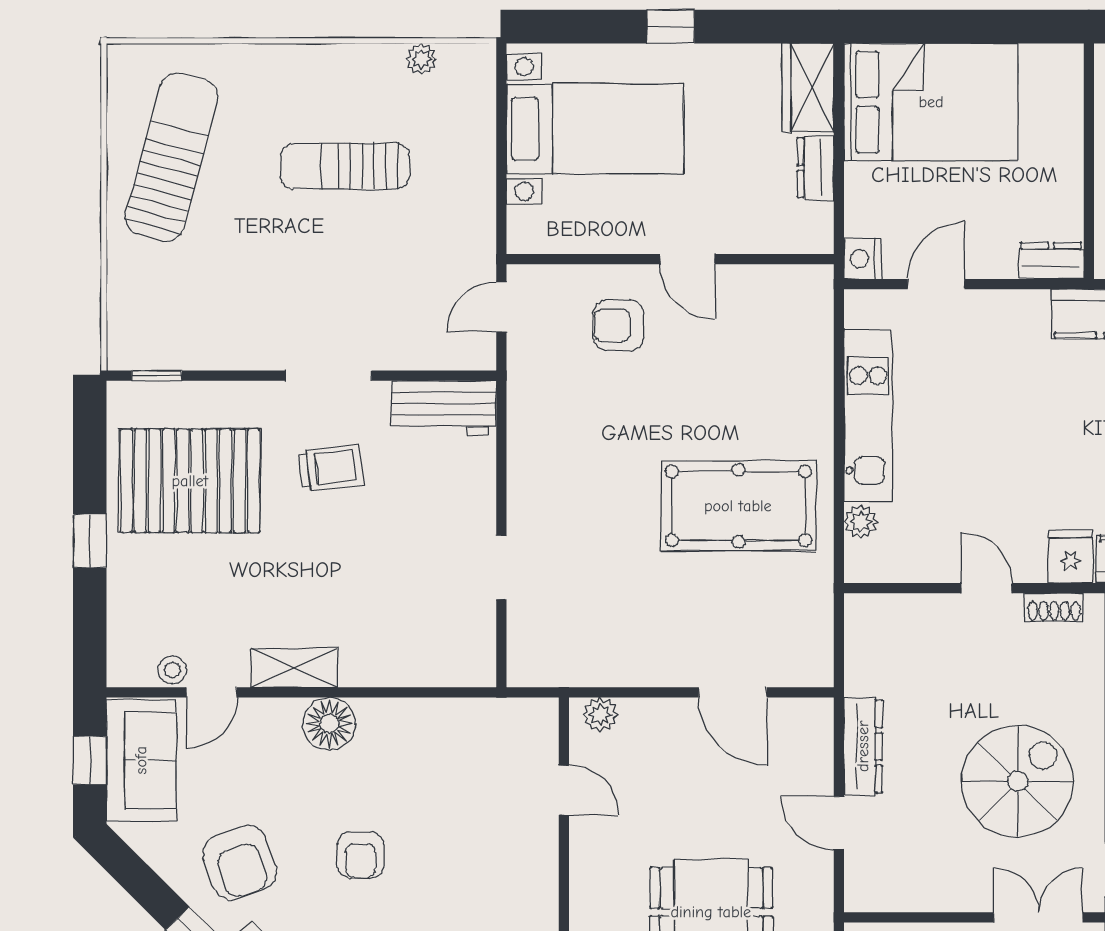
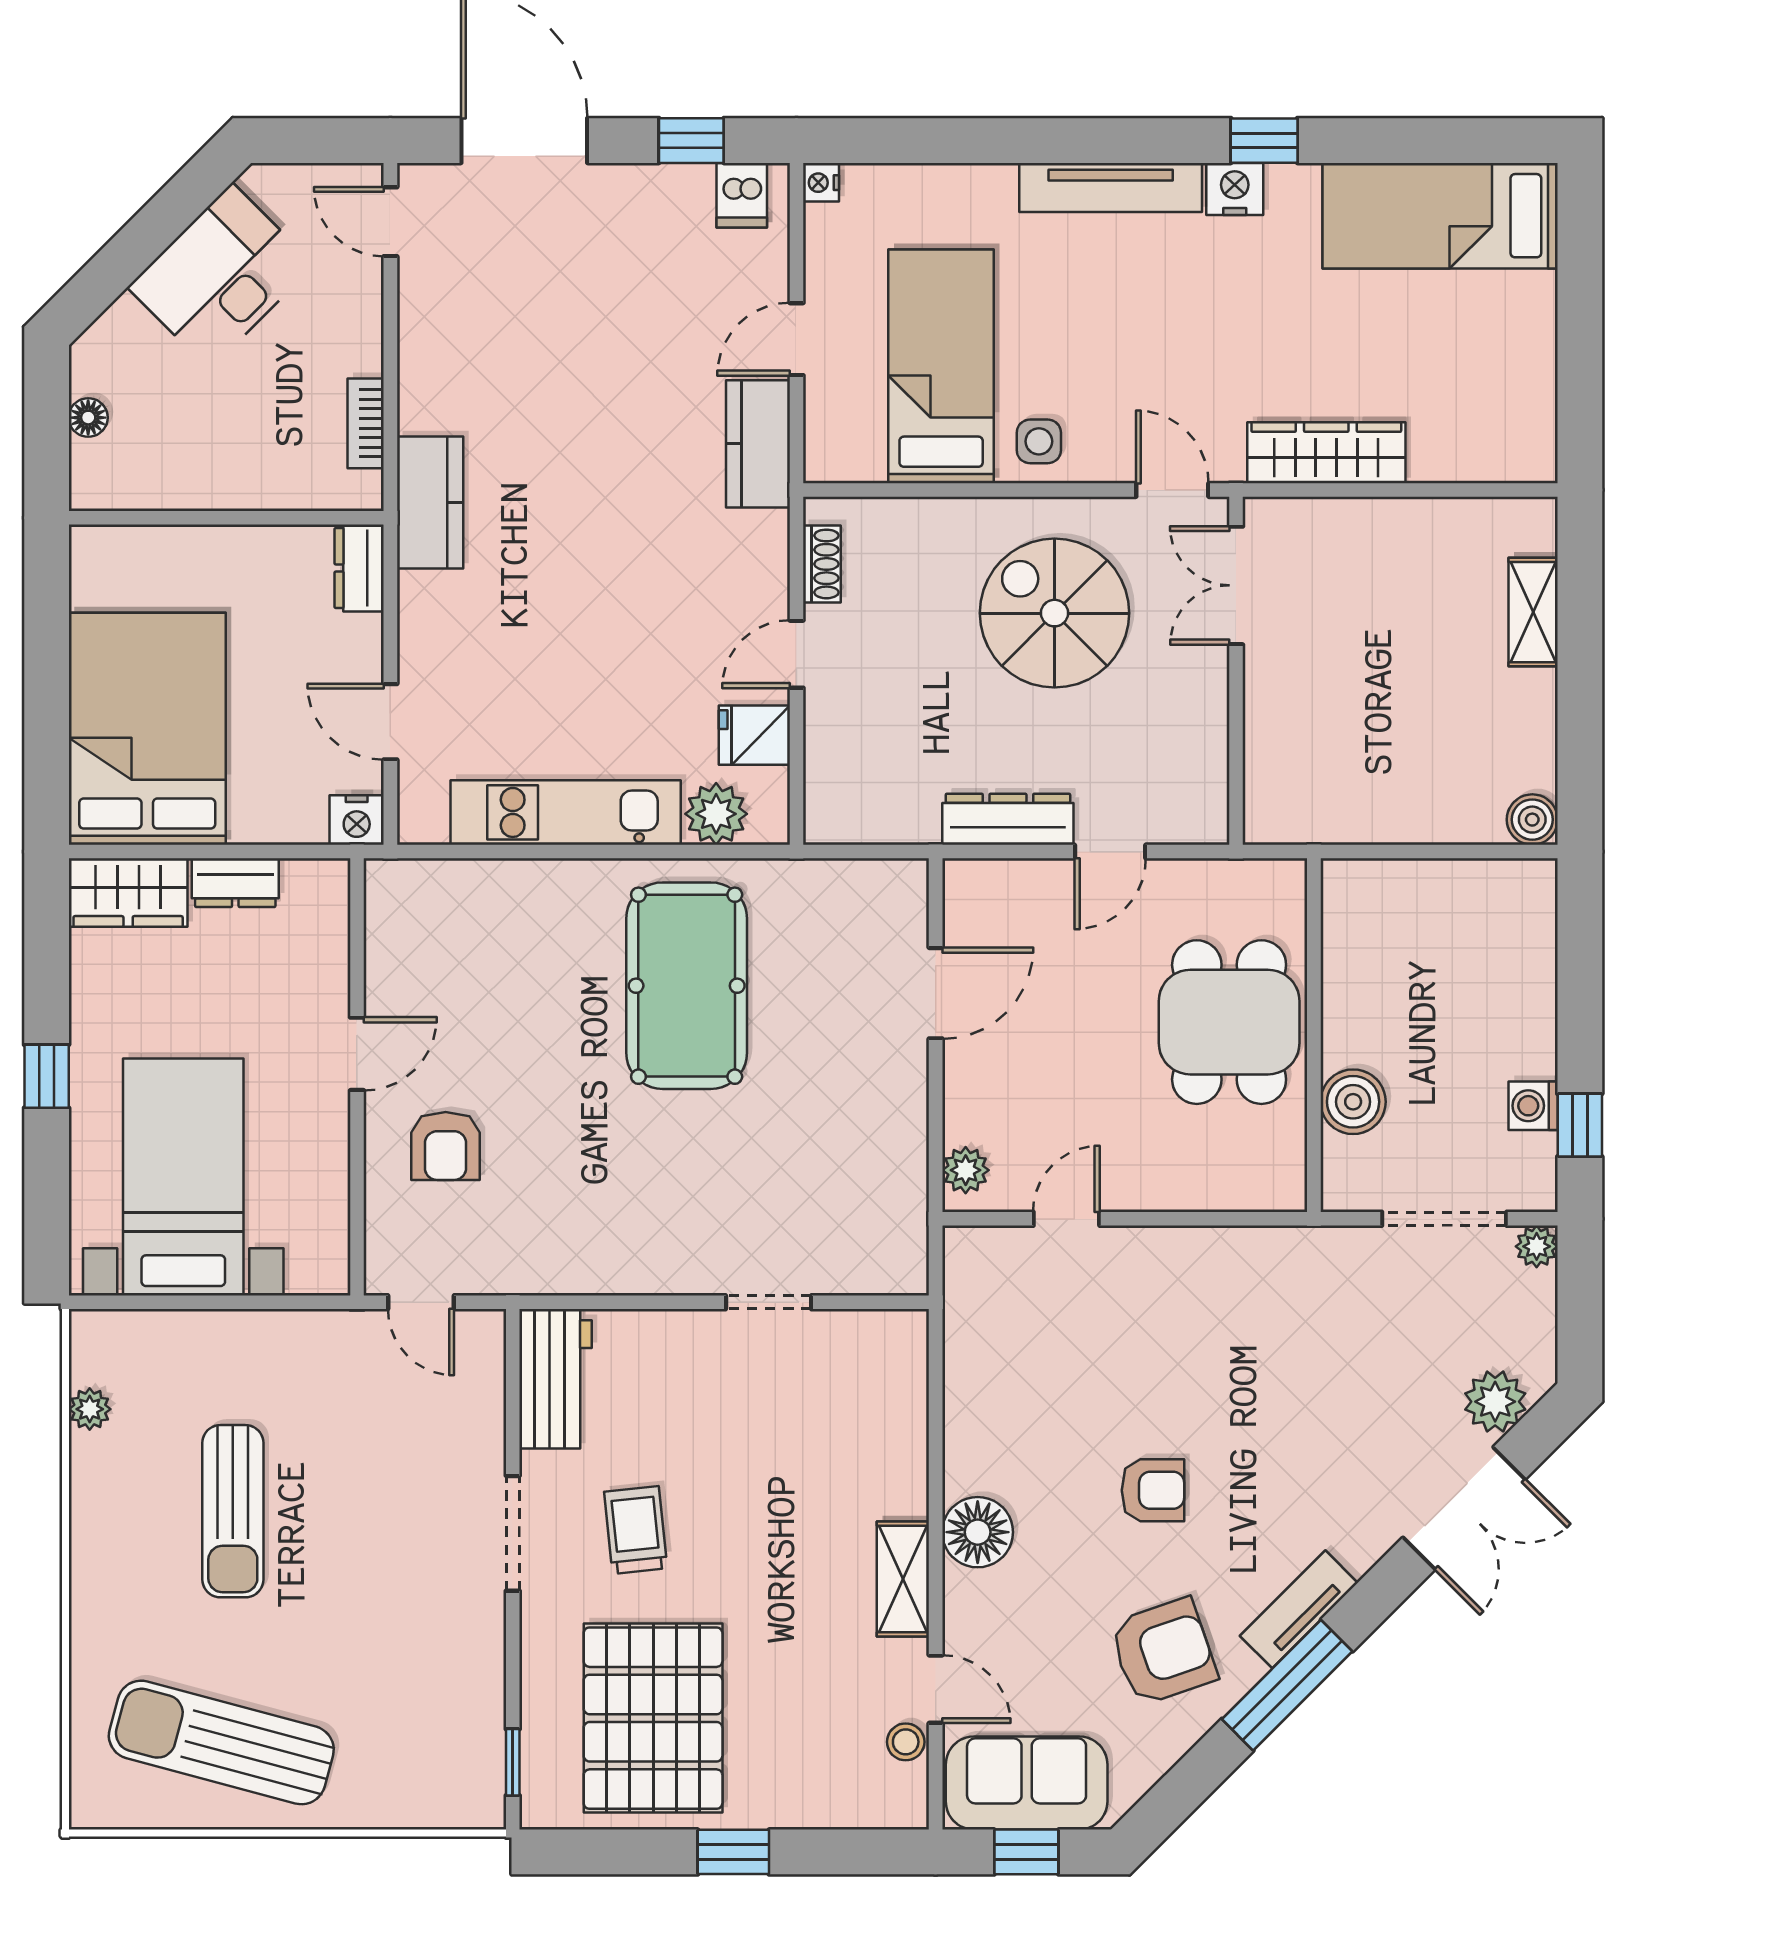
plant: (861, 522) -> (716, 814), width x1.38, depth x1.38
fridge: (1071, 557) -> (754, 735), moved

